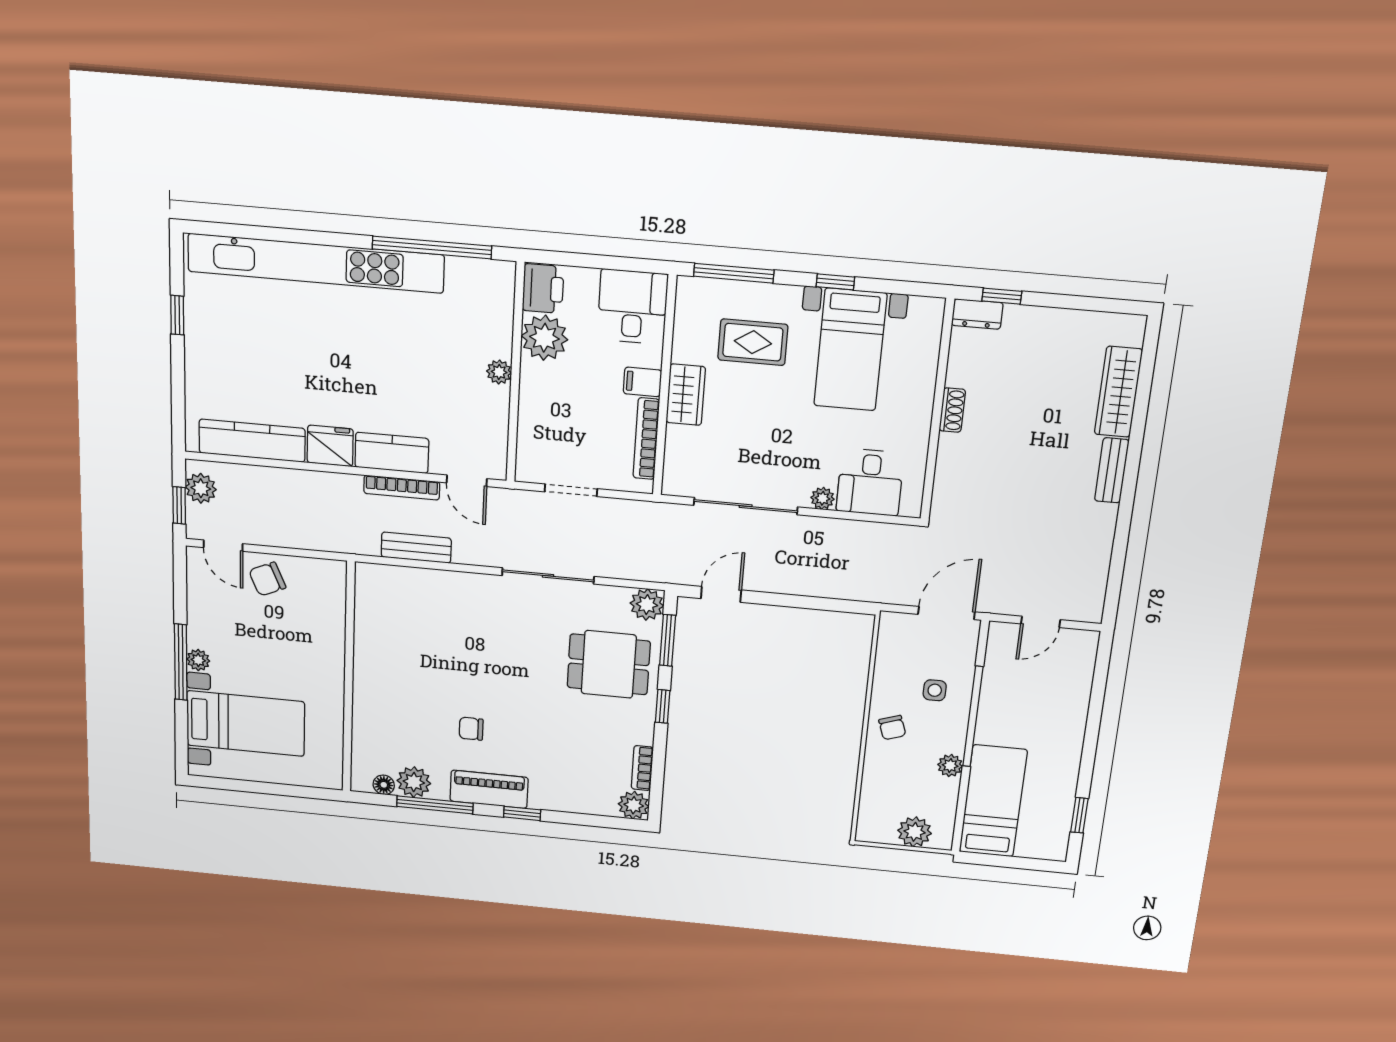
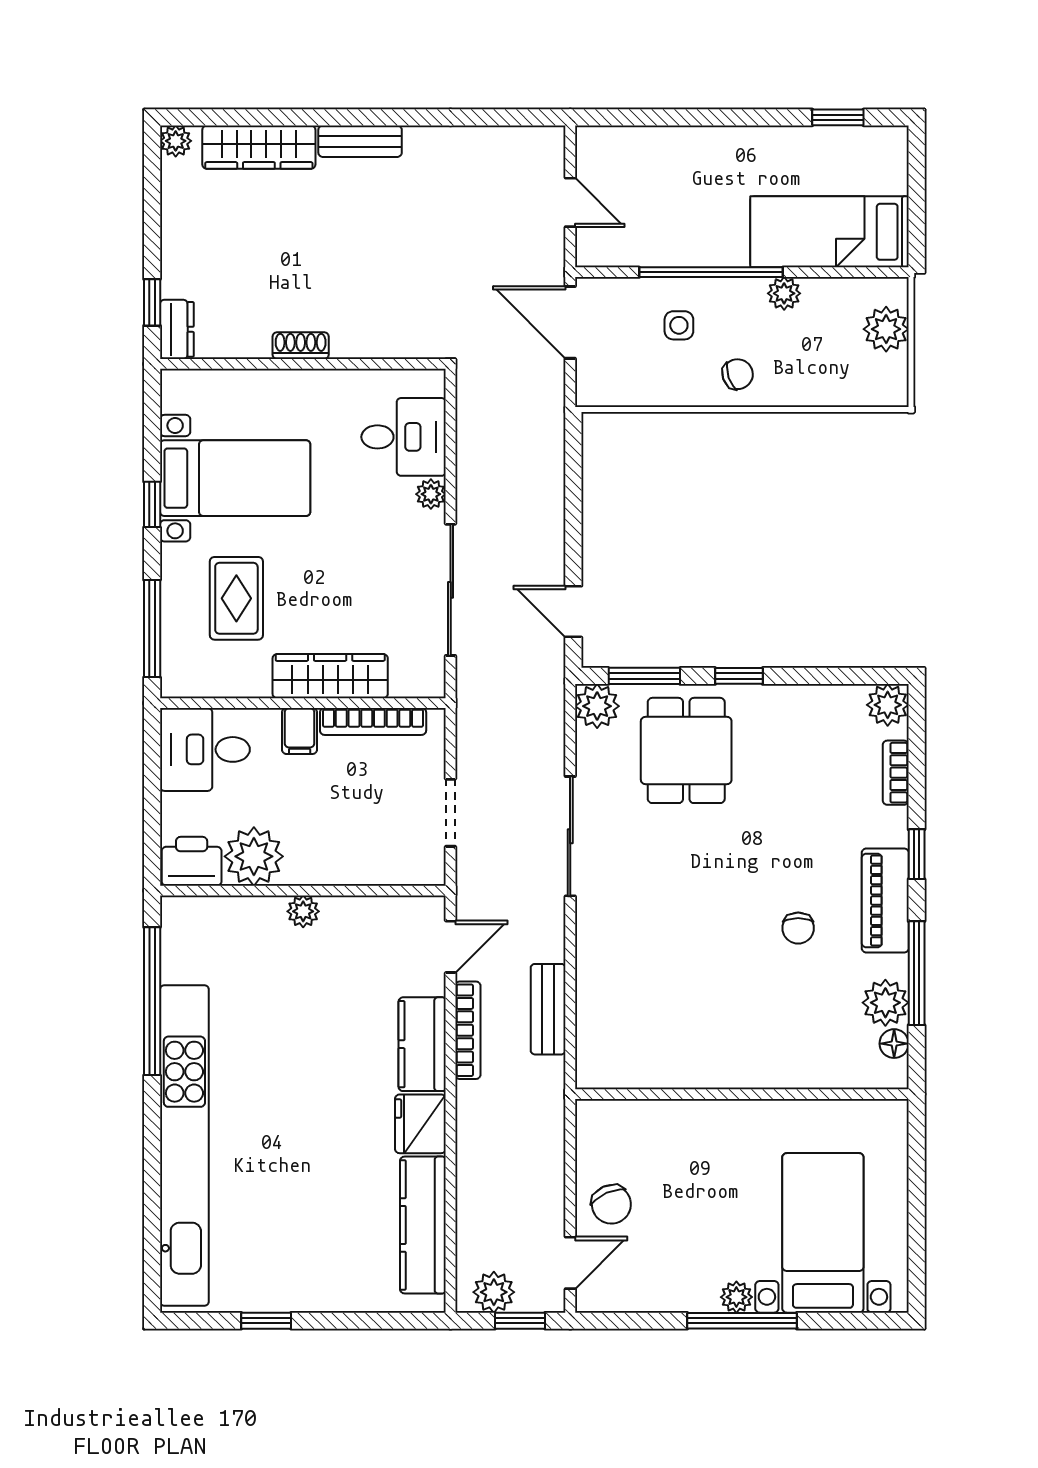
plant: (1133, 326) -> (176, 141), added
wardrobe: (686, 395) -> (330, 676), width x1.50
bookcase: (642, 768) -> (896, 773), moved, turned 90

